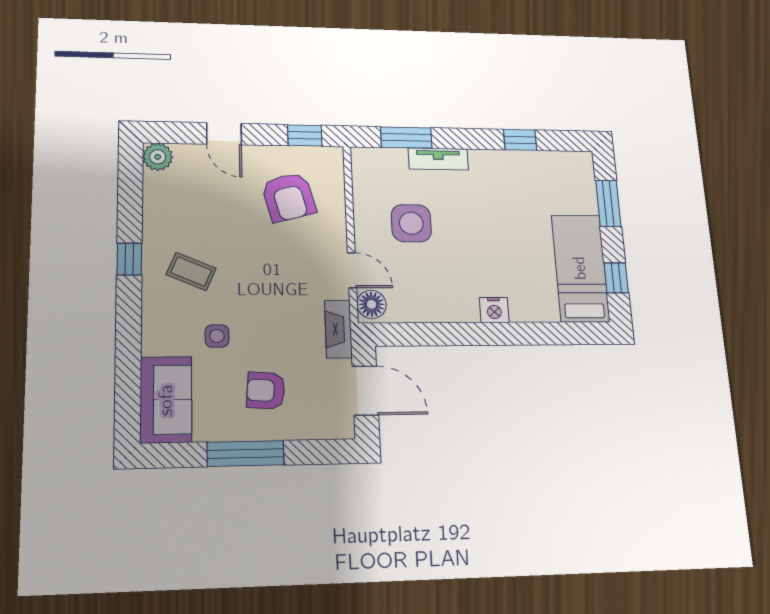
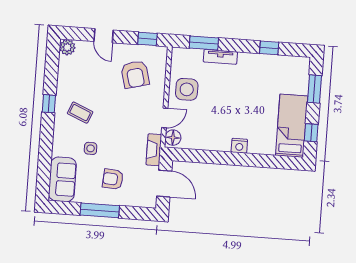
side table: (411, 223) -> (187, 89), moved
door: (352, 270) -> (165, 118), hinge flipped

